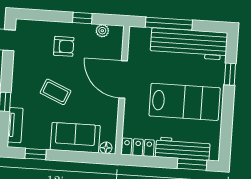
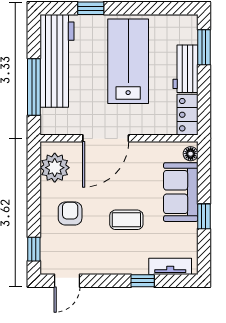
window: (82, 18) -> (34, 249), moved
plant: (102, 31) -> (55, 168), width x1.88, depth x1.88
coffee table: (56, 92) -> (126, 220), turned 67
workbench: (183, 149) -> (185, 69), width x0.73
window: (36, 154) -> (204, 216), moved

